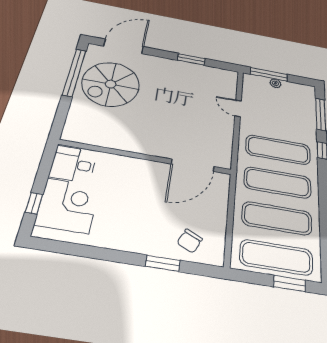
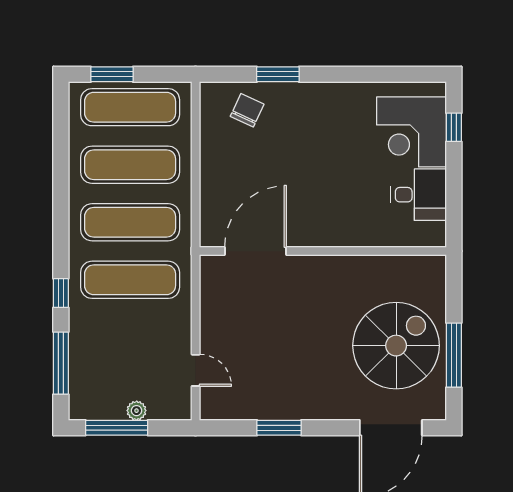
window: (74, 72) -> (454, 355), width x0.68
window: (269, 74) -> (117, 428), moved
door: (238, 108) -> (196, 370), moved
wall: (146, 157) -> (323, 251), moved
door: (193, 165) -> (255, 251), moved

